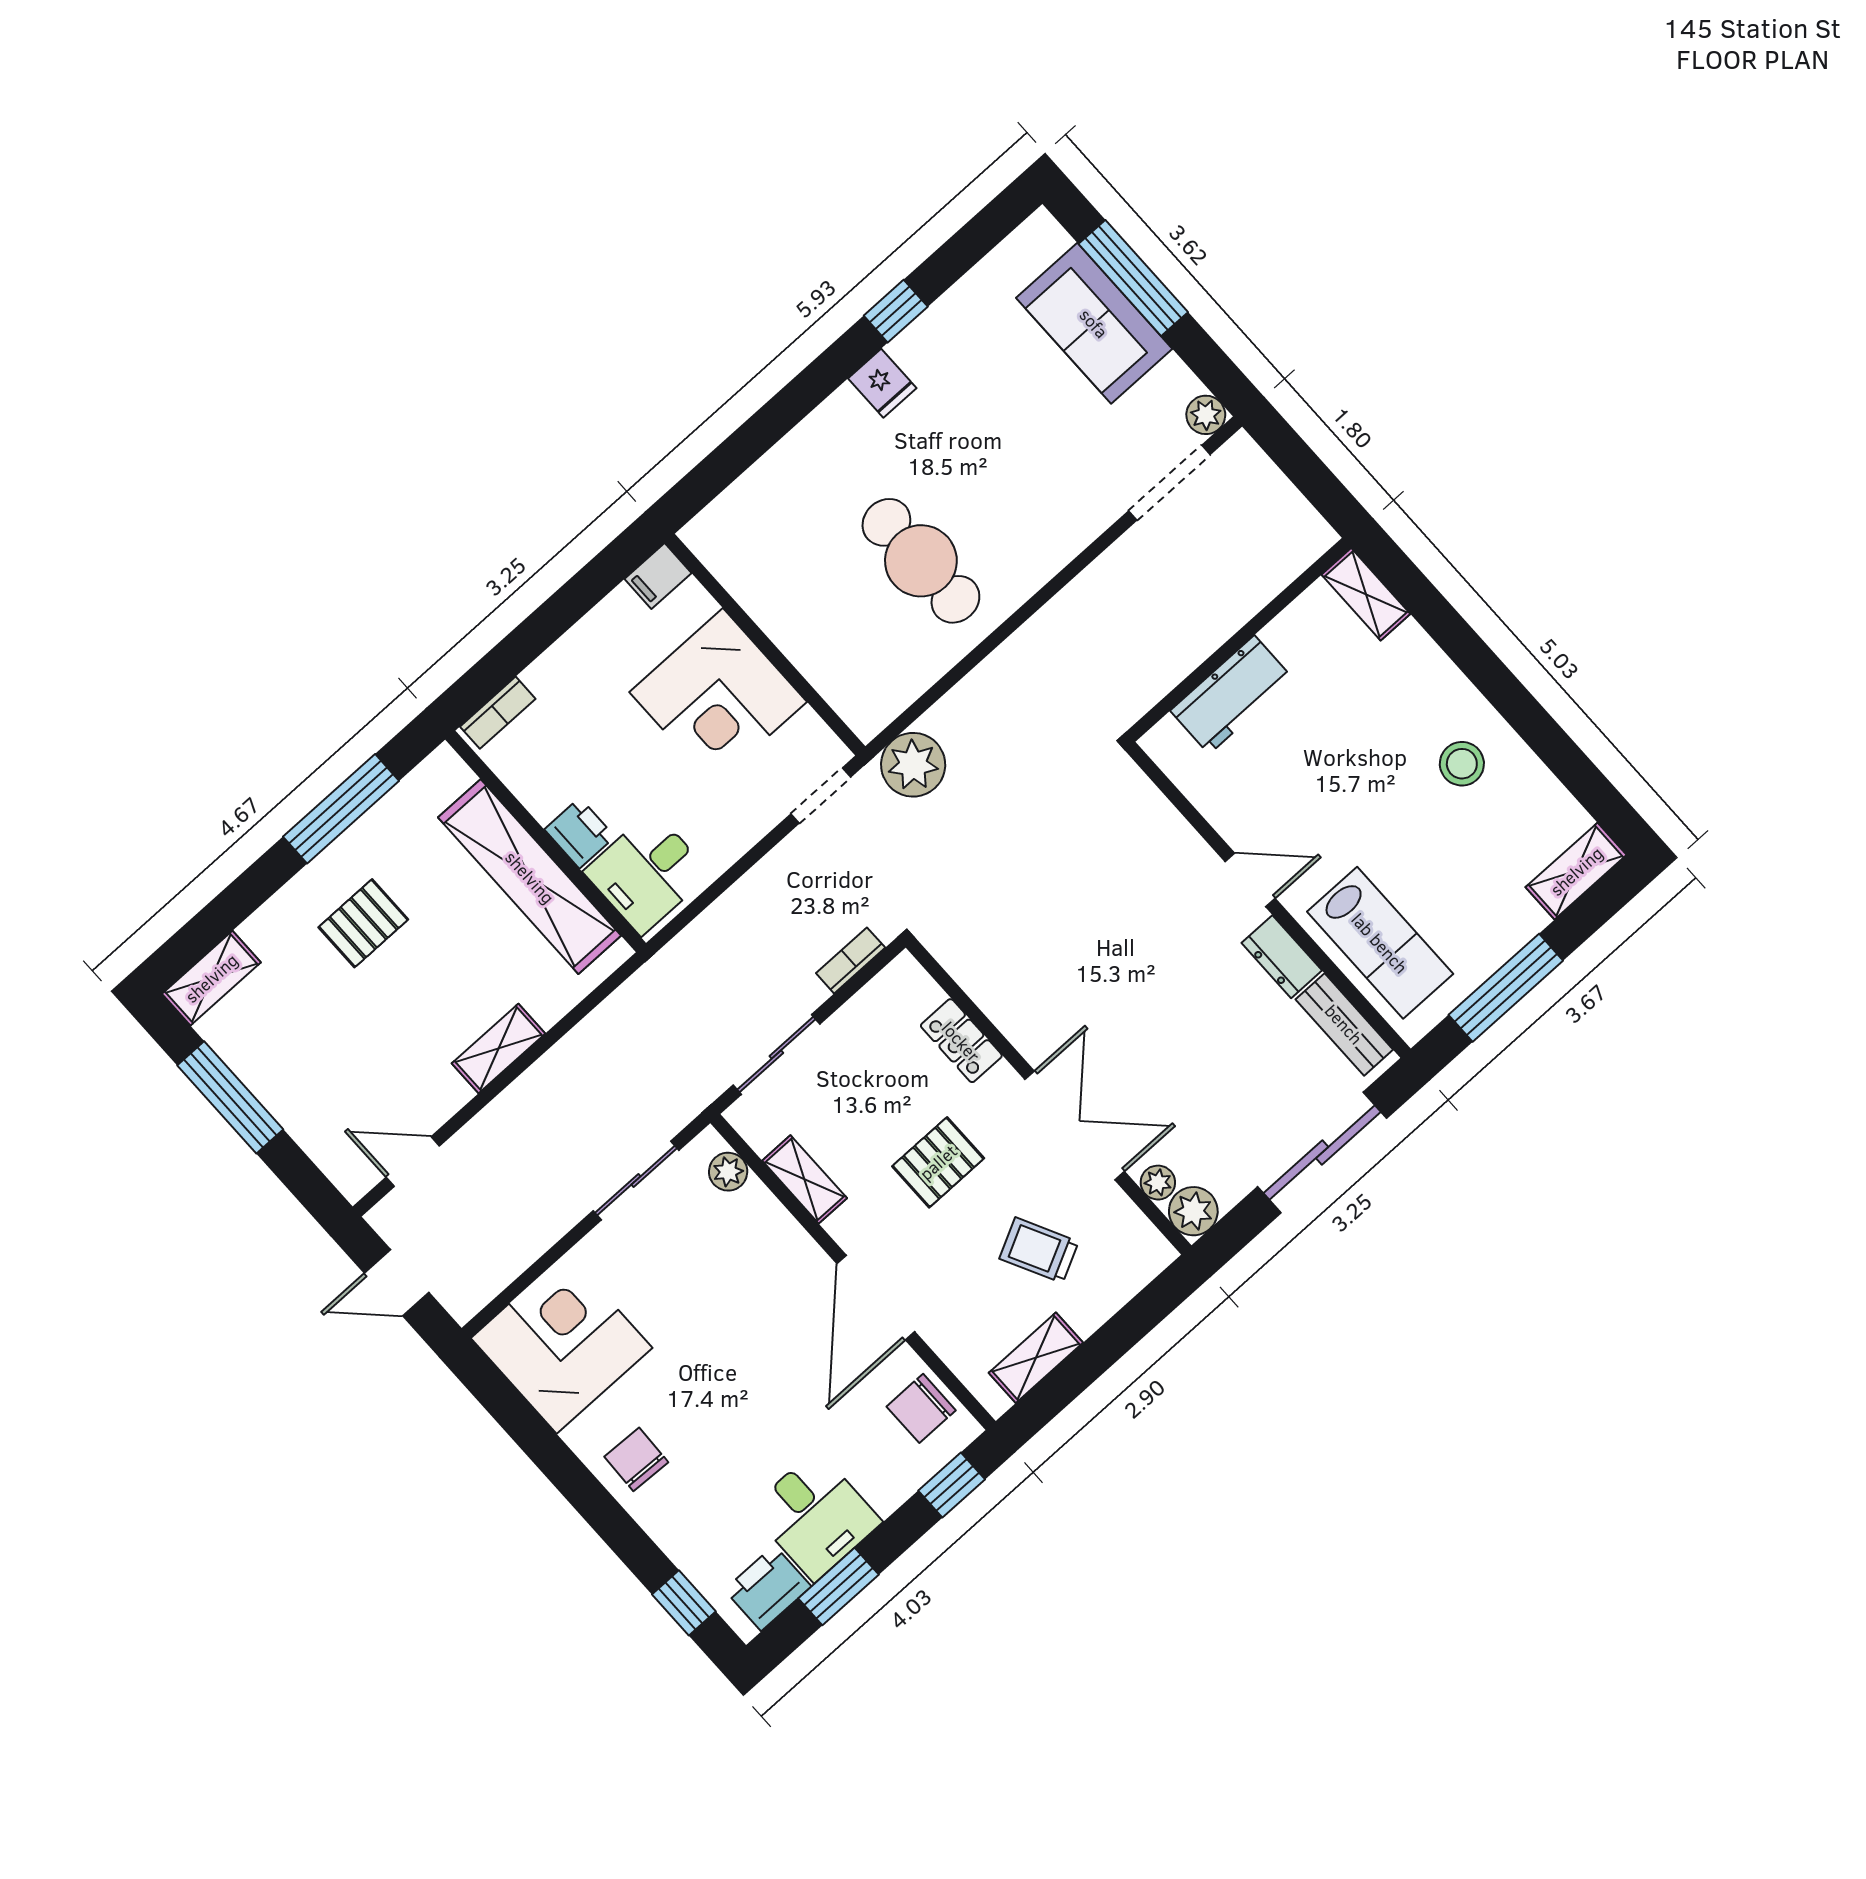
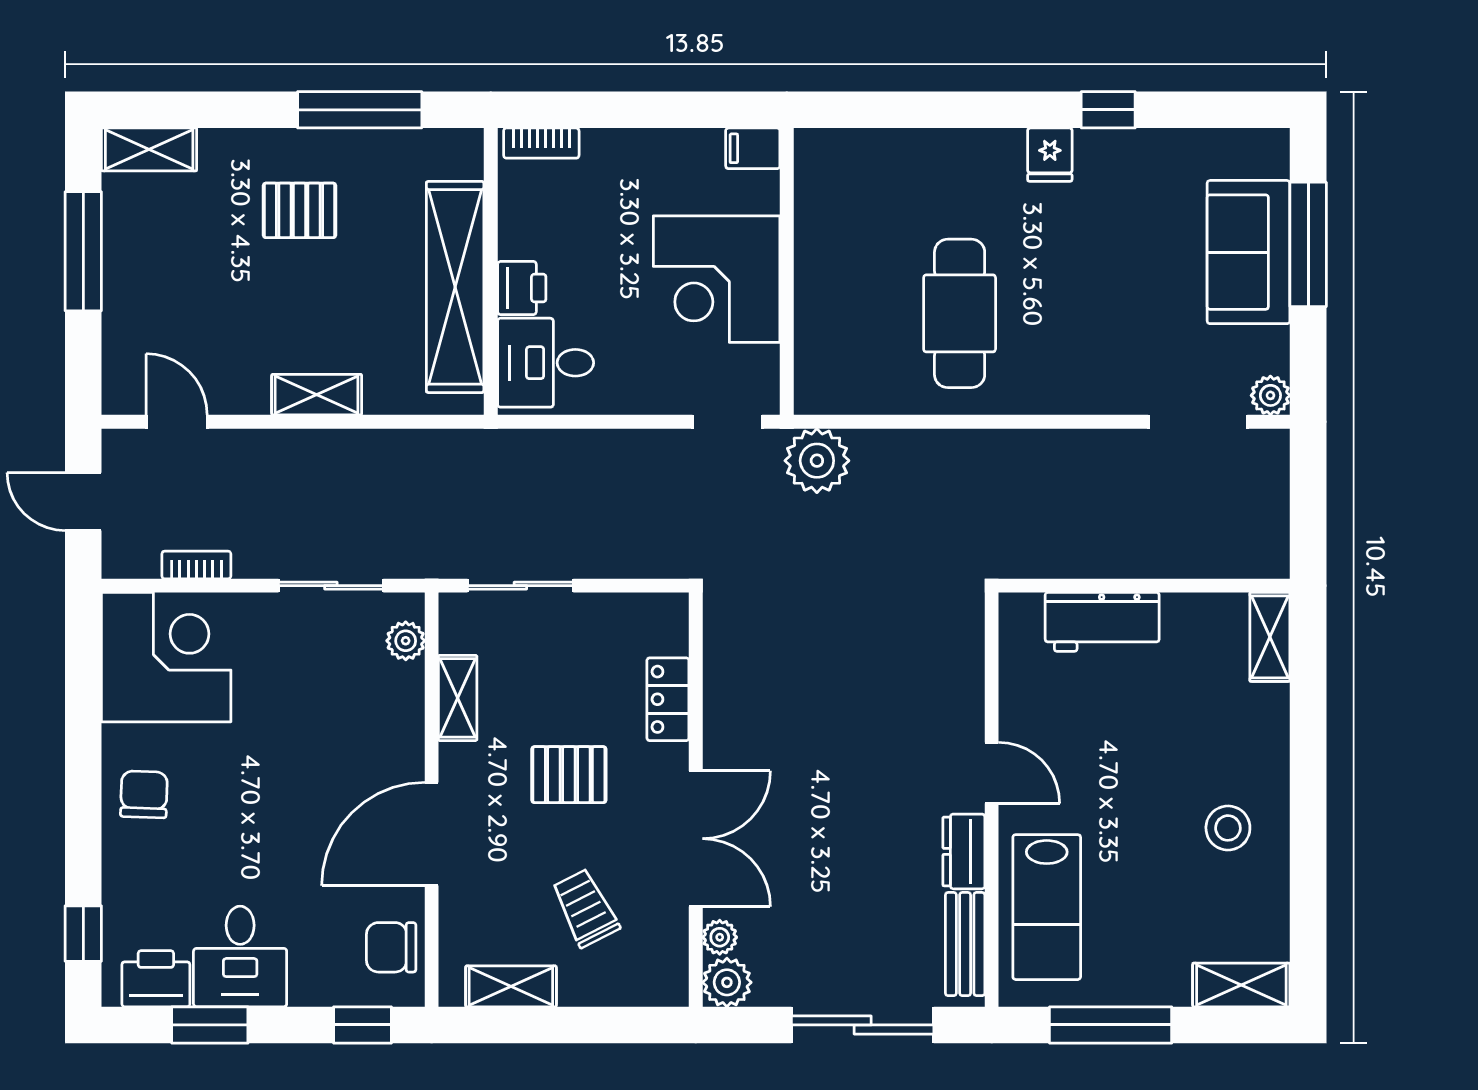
bookcase: (851, 960) -> (196, 565), moved

